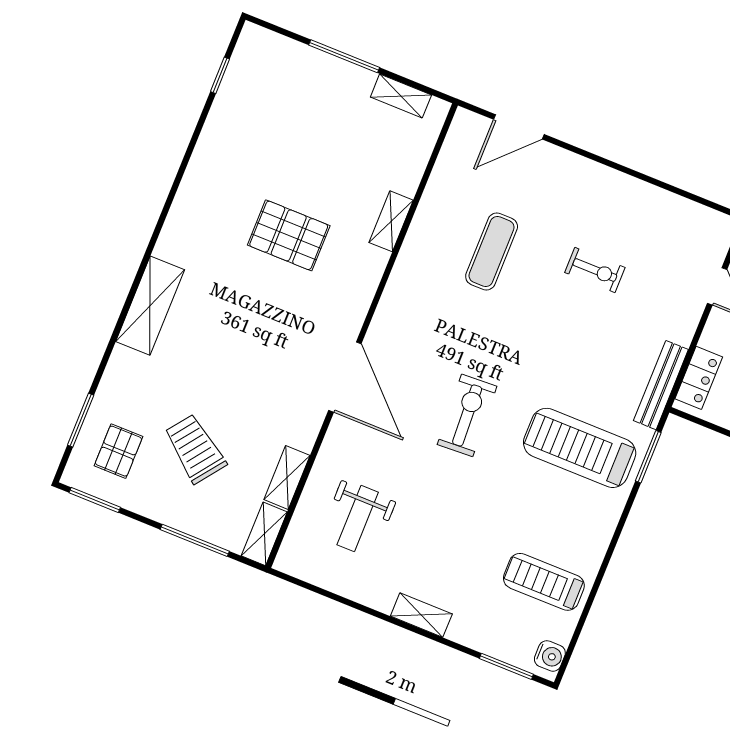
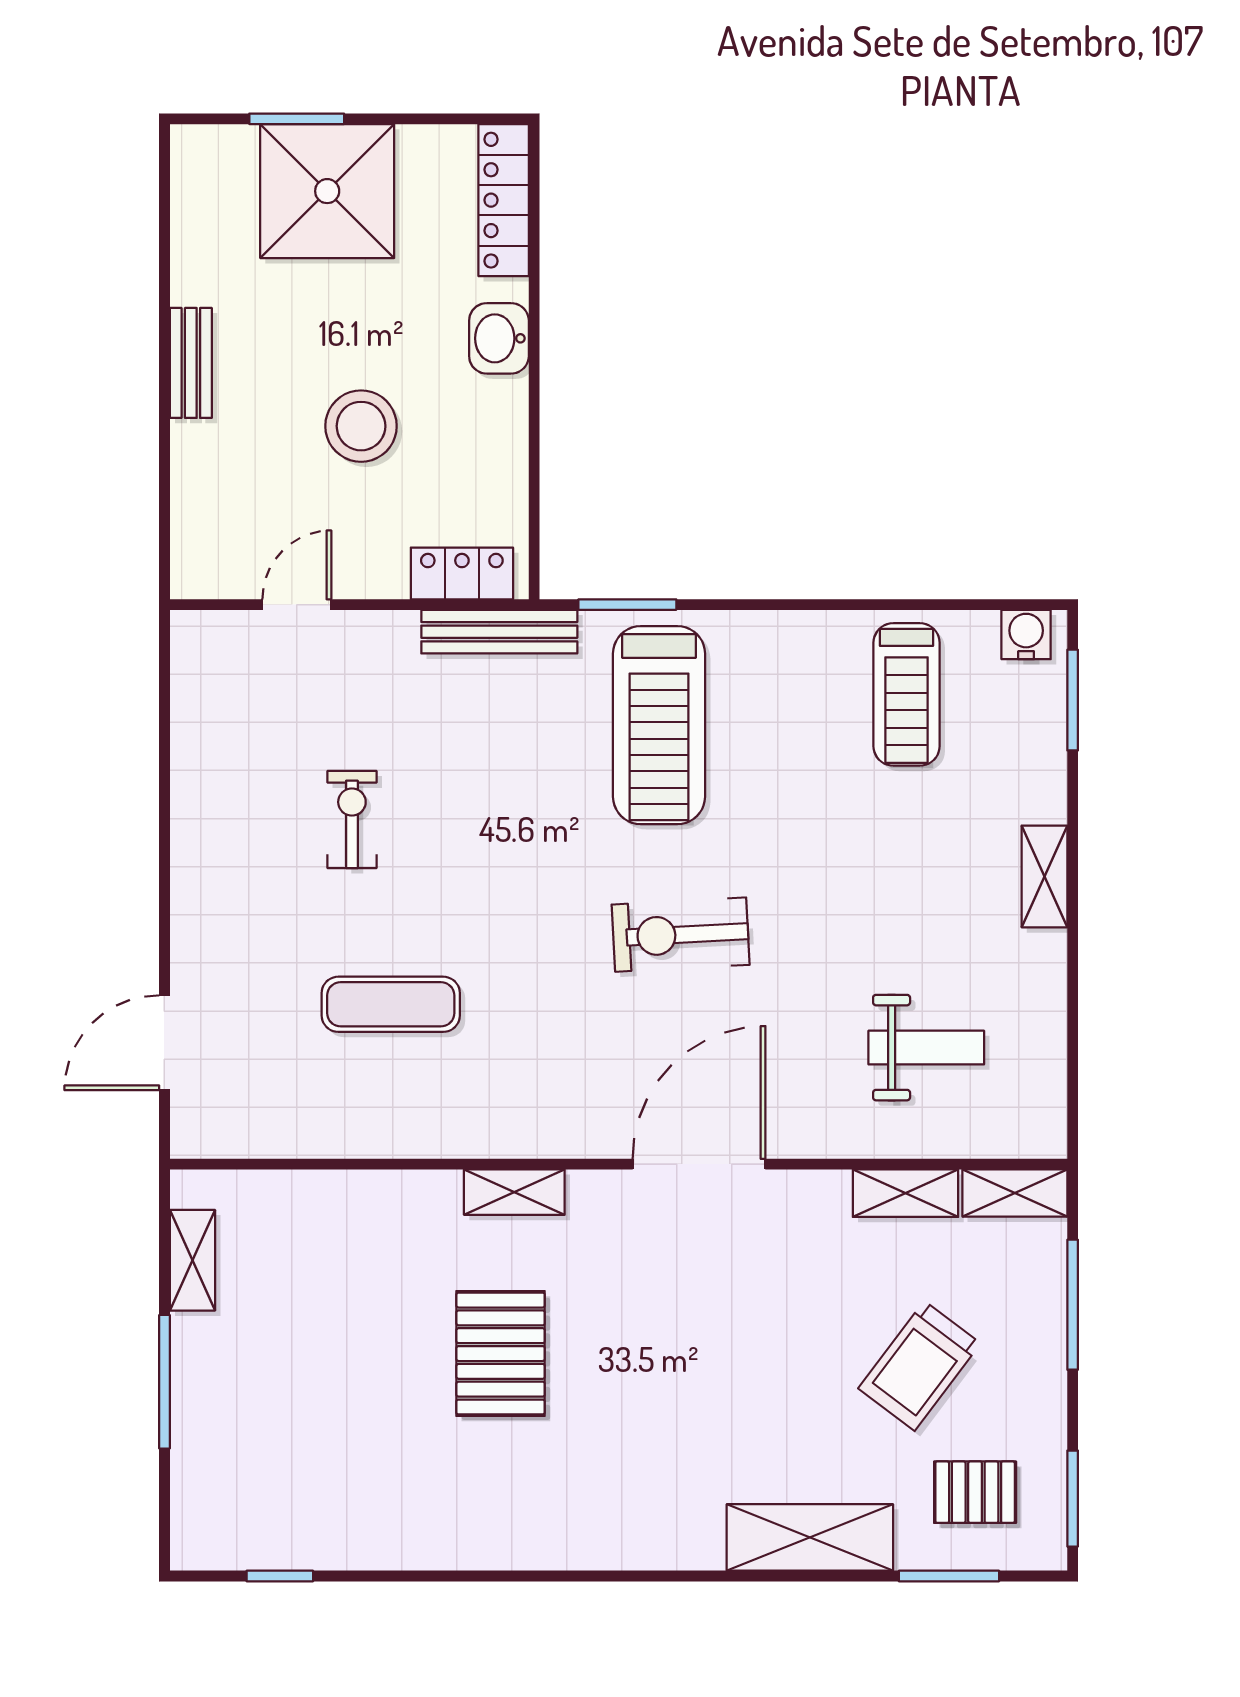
door: (519, 127) -> (164, 1043), swing flipped
shelving: (391, 221) -> (514, 1192), moved
shelving: (150, 306) -> (810, 1537), moved

